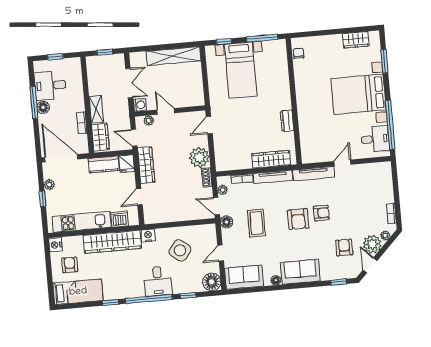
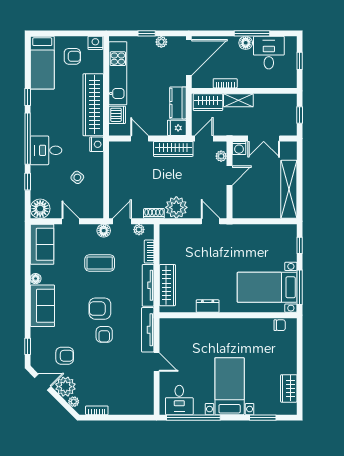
bed with nightstands: (241, 70) -> (267, 287), moved
bed with nightstands: (358, 94) -> (230, 386), width x0.73
side table: (180, 250) -> (77, 177), width x0.54, depth x0.54

